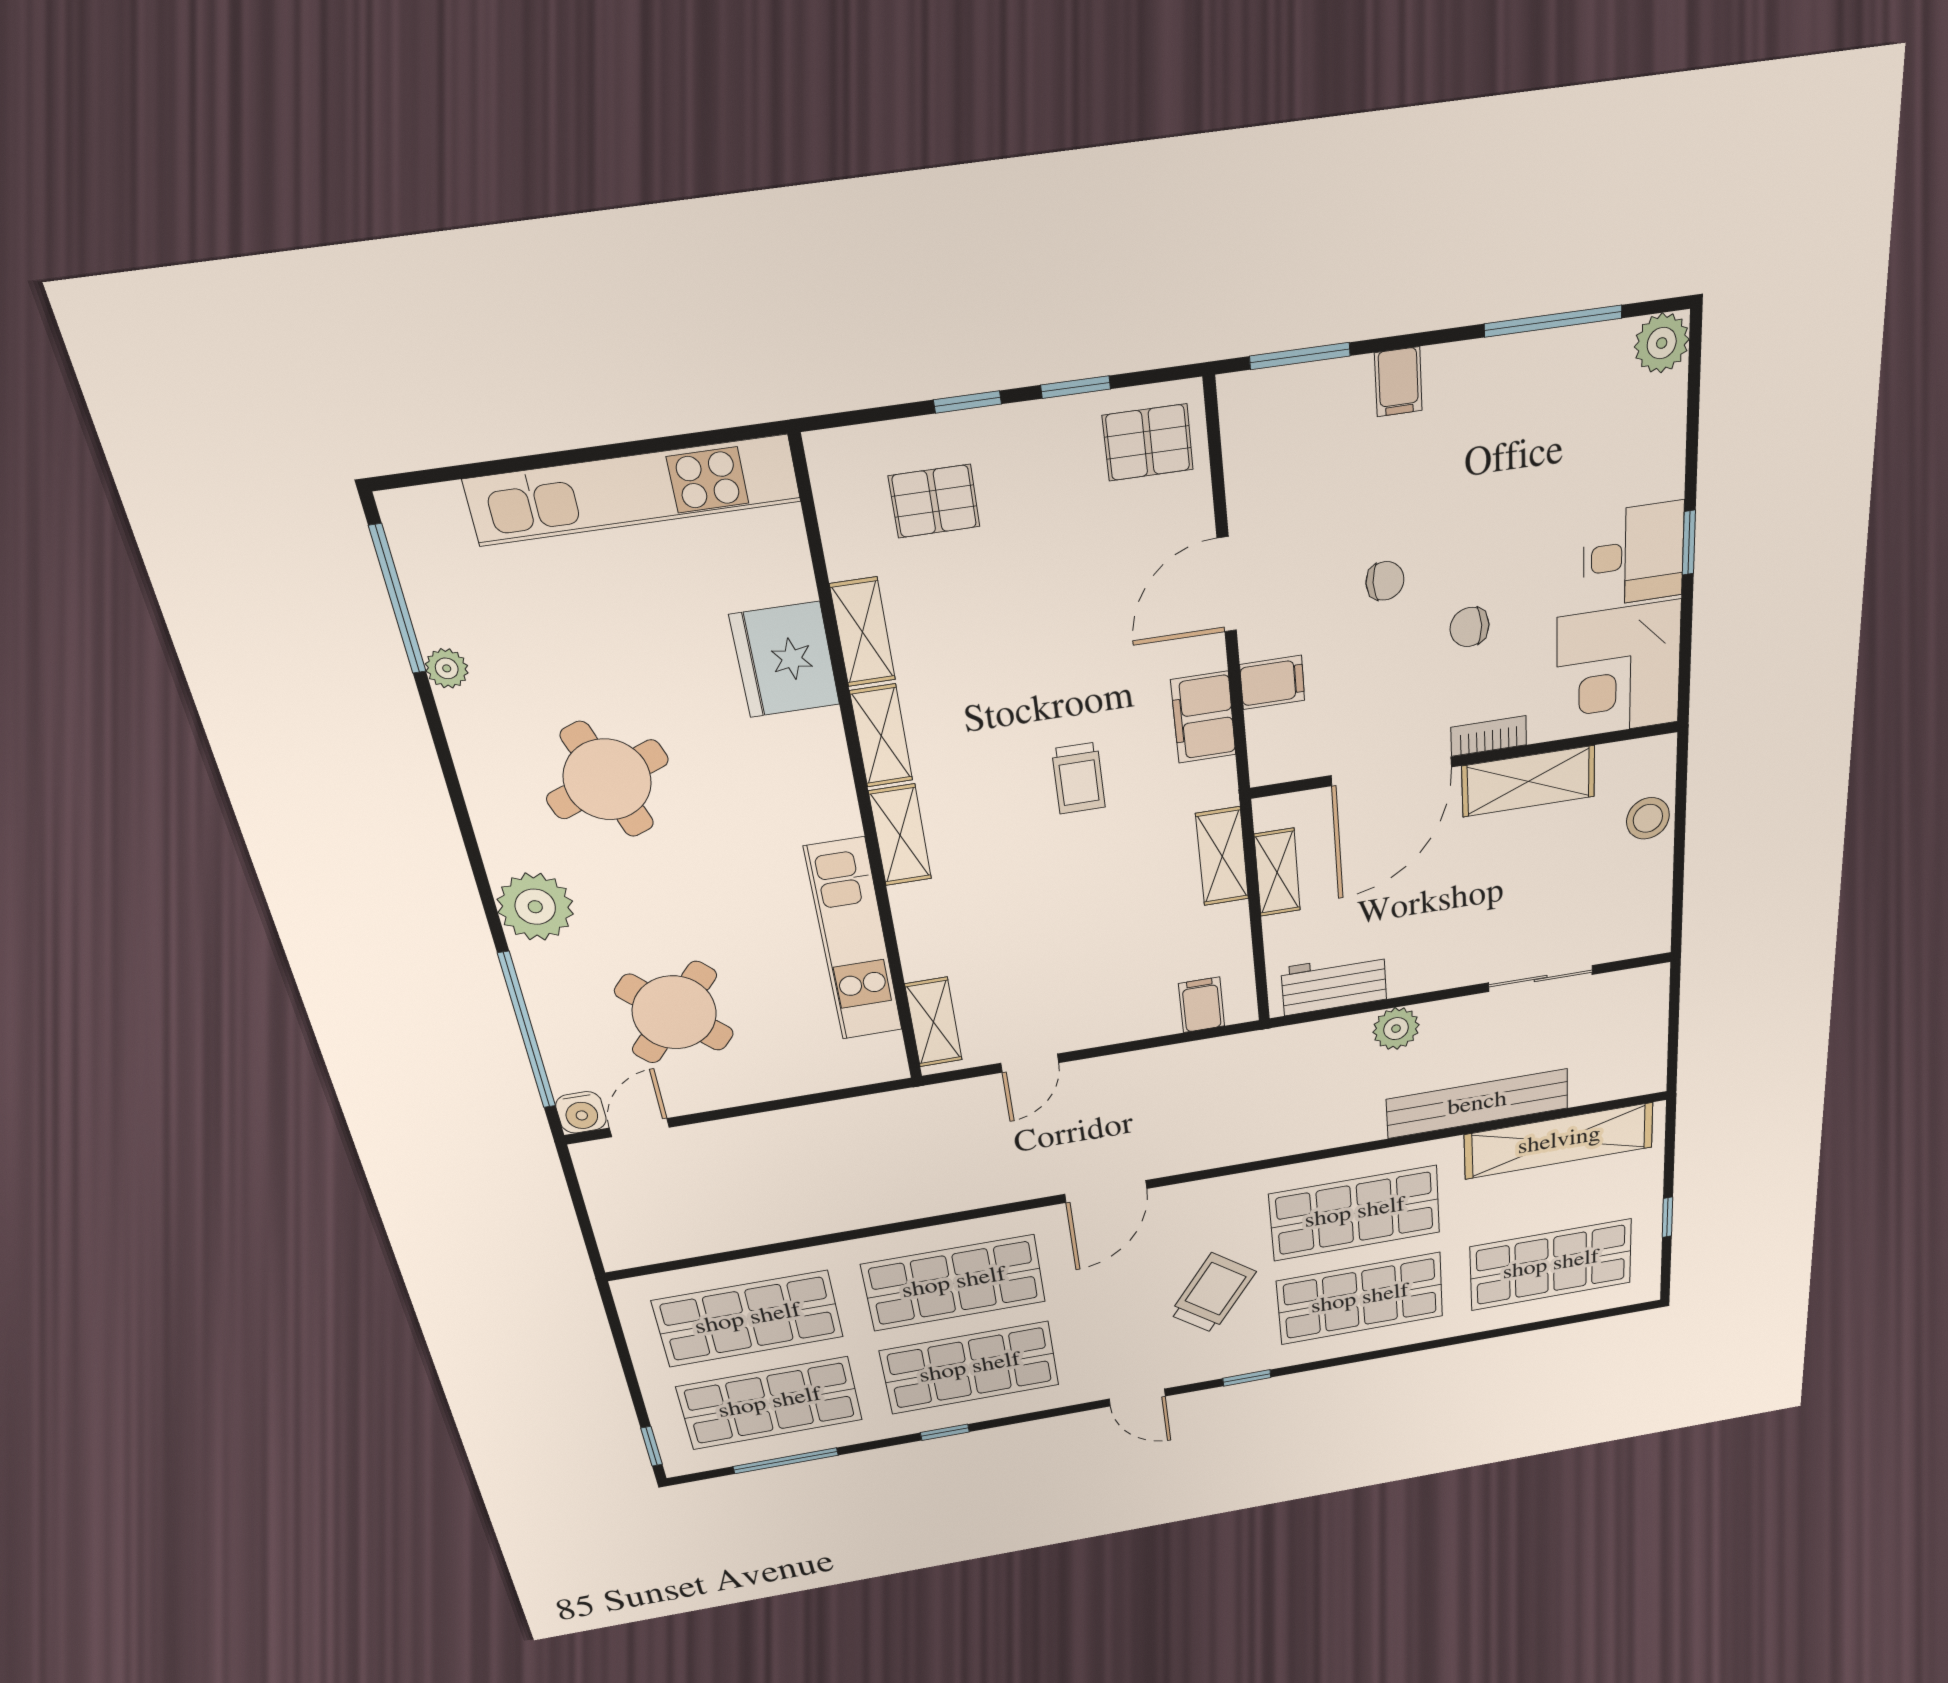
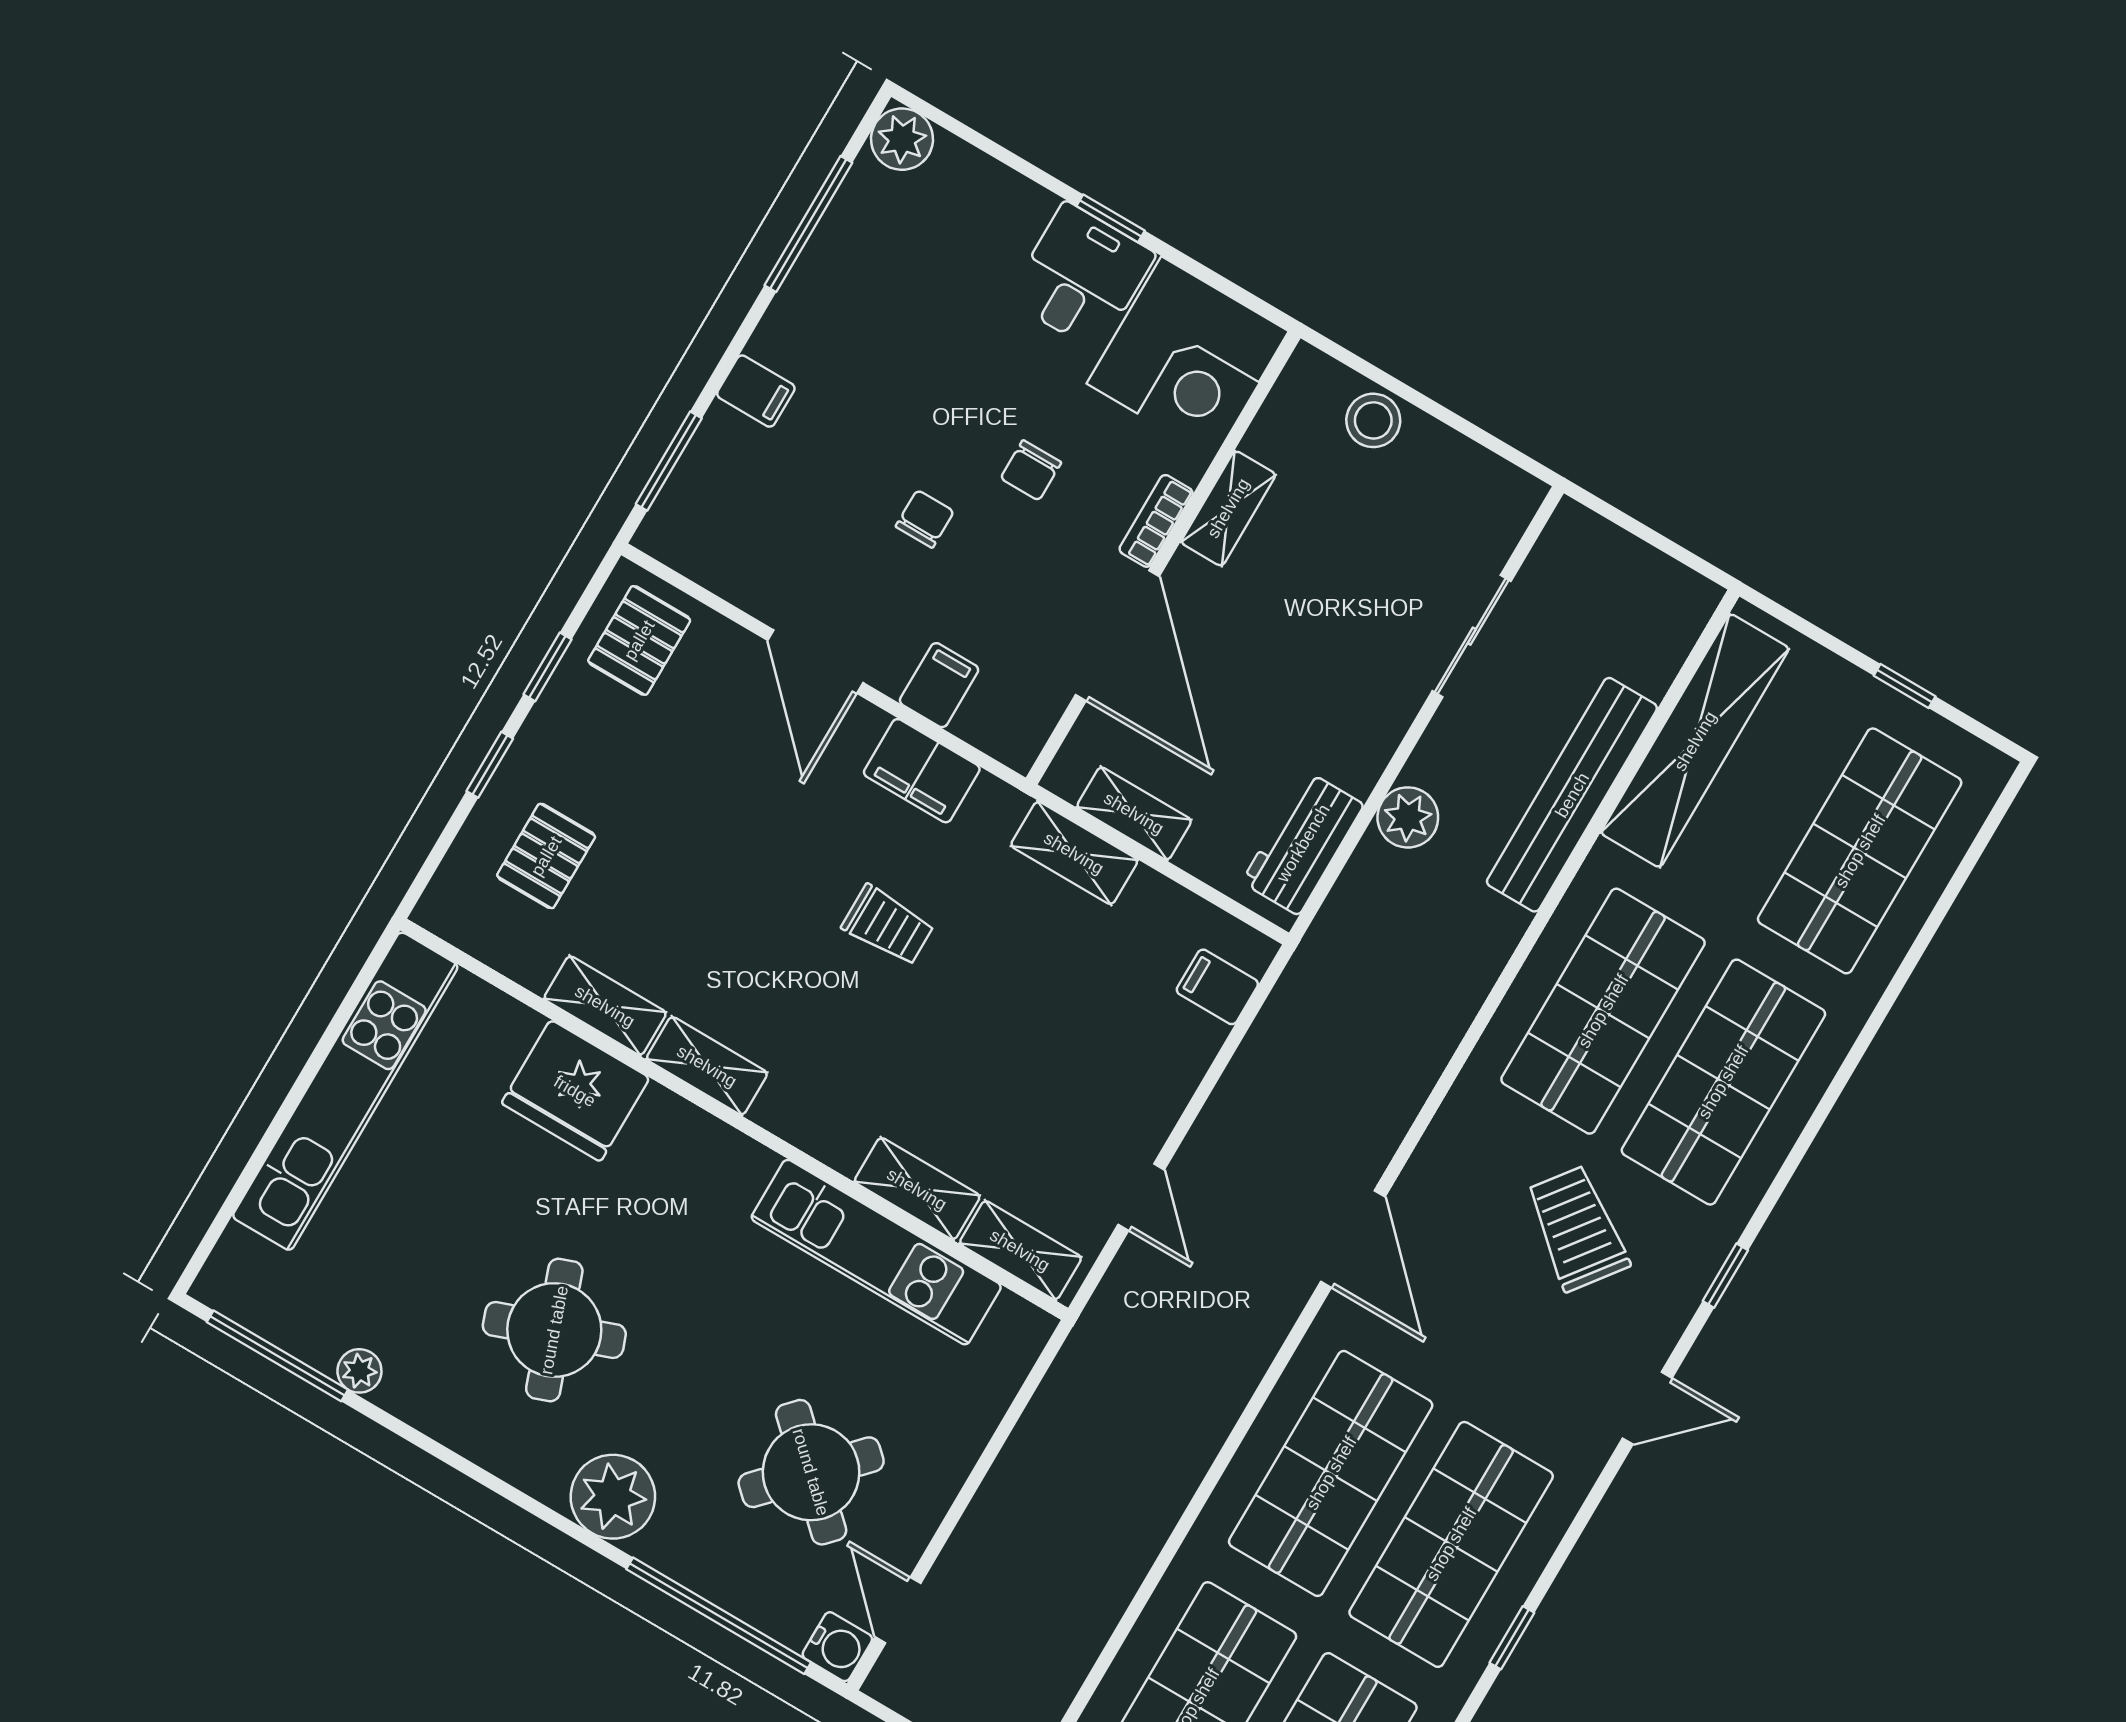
shelving: (1528, 781) -> (1228, 508), width x0.67, depth x0.75
shelving: (900, 835) -> (917, 1189), moved

